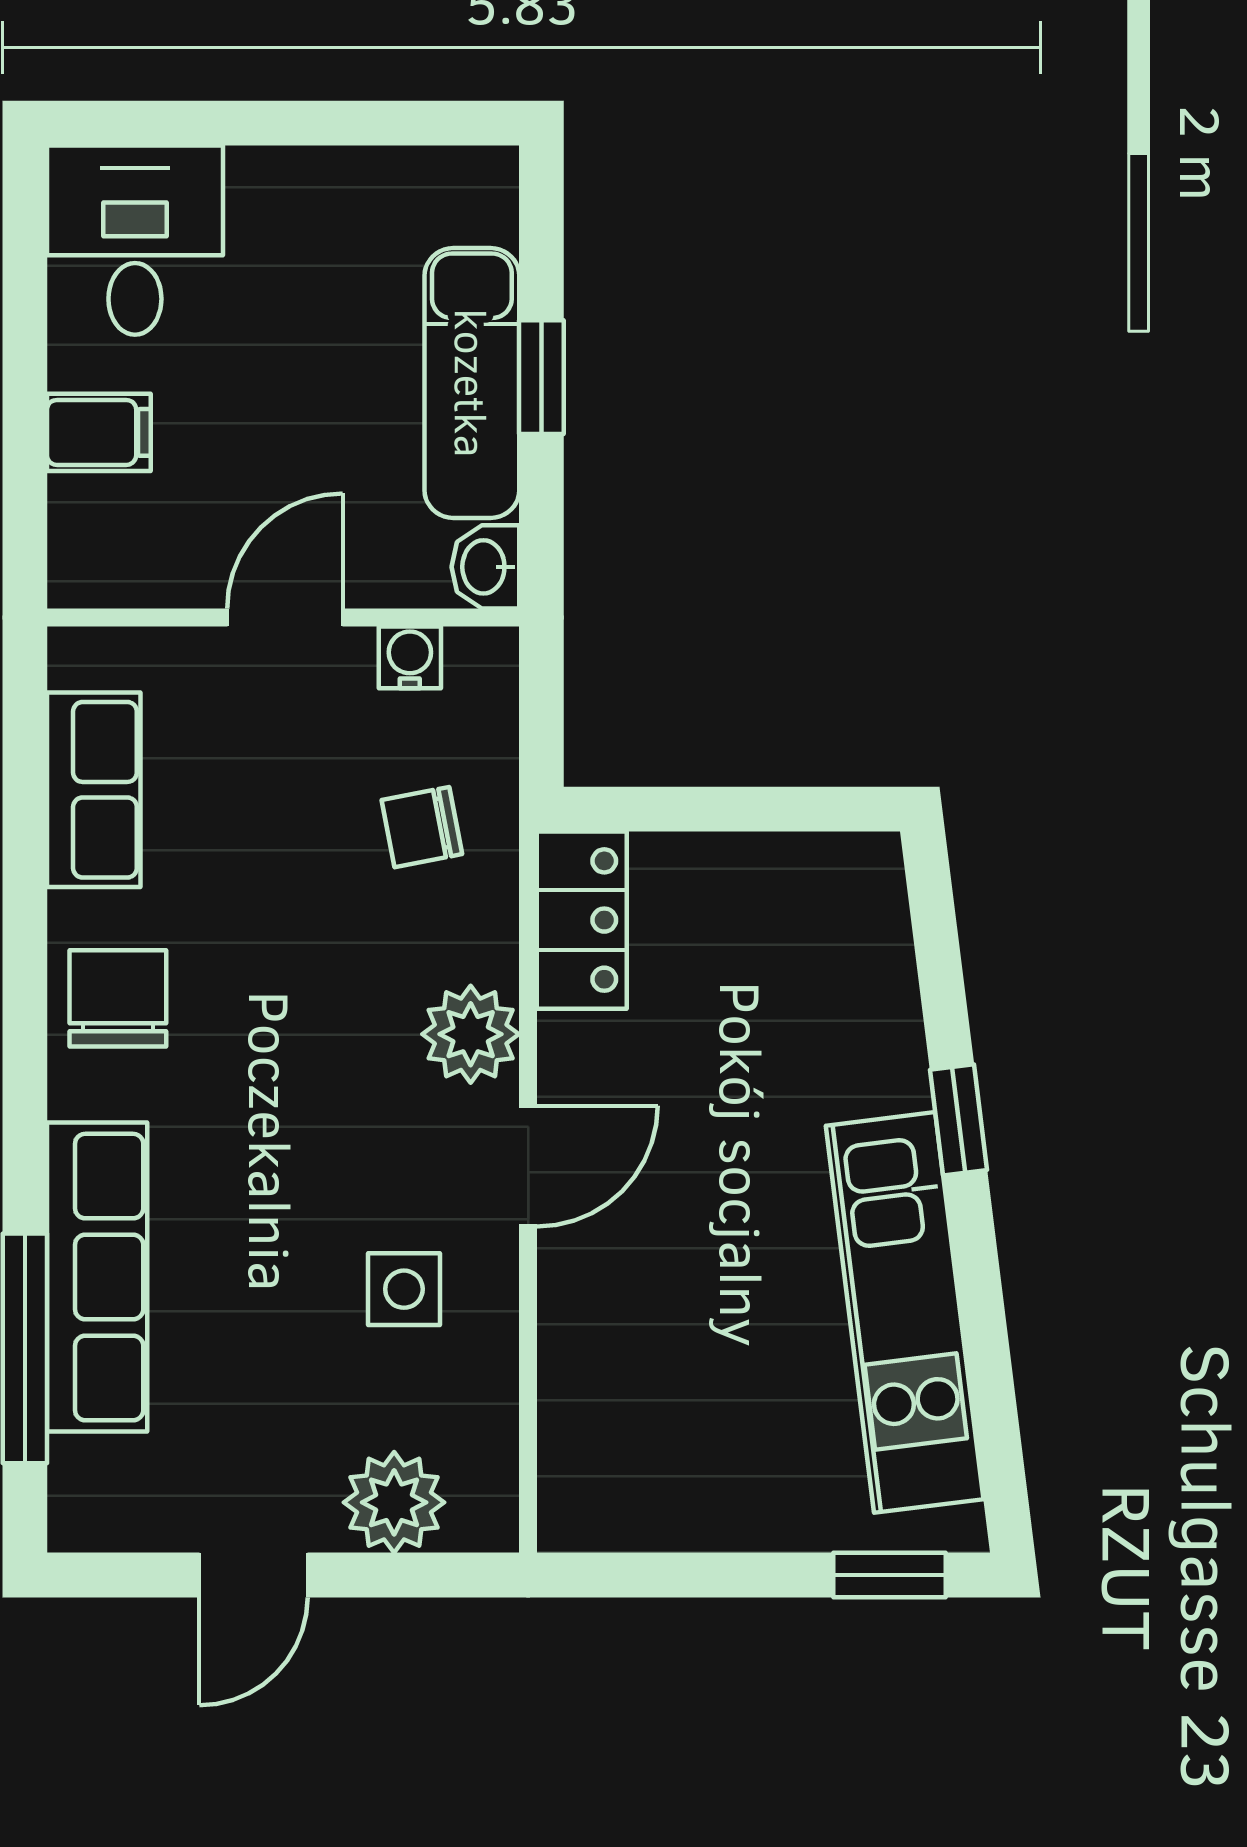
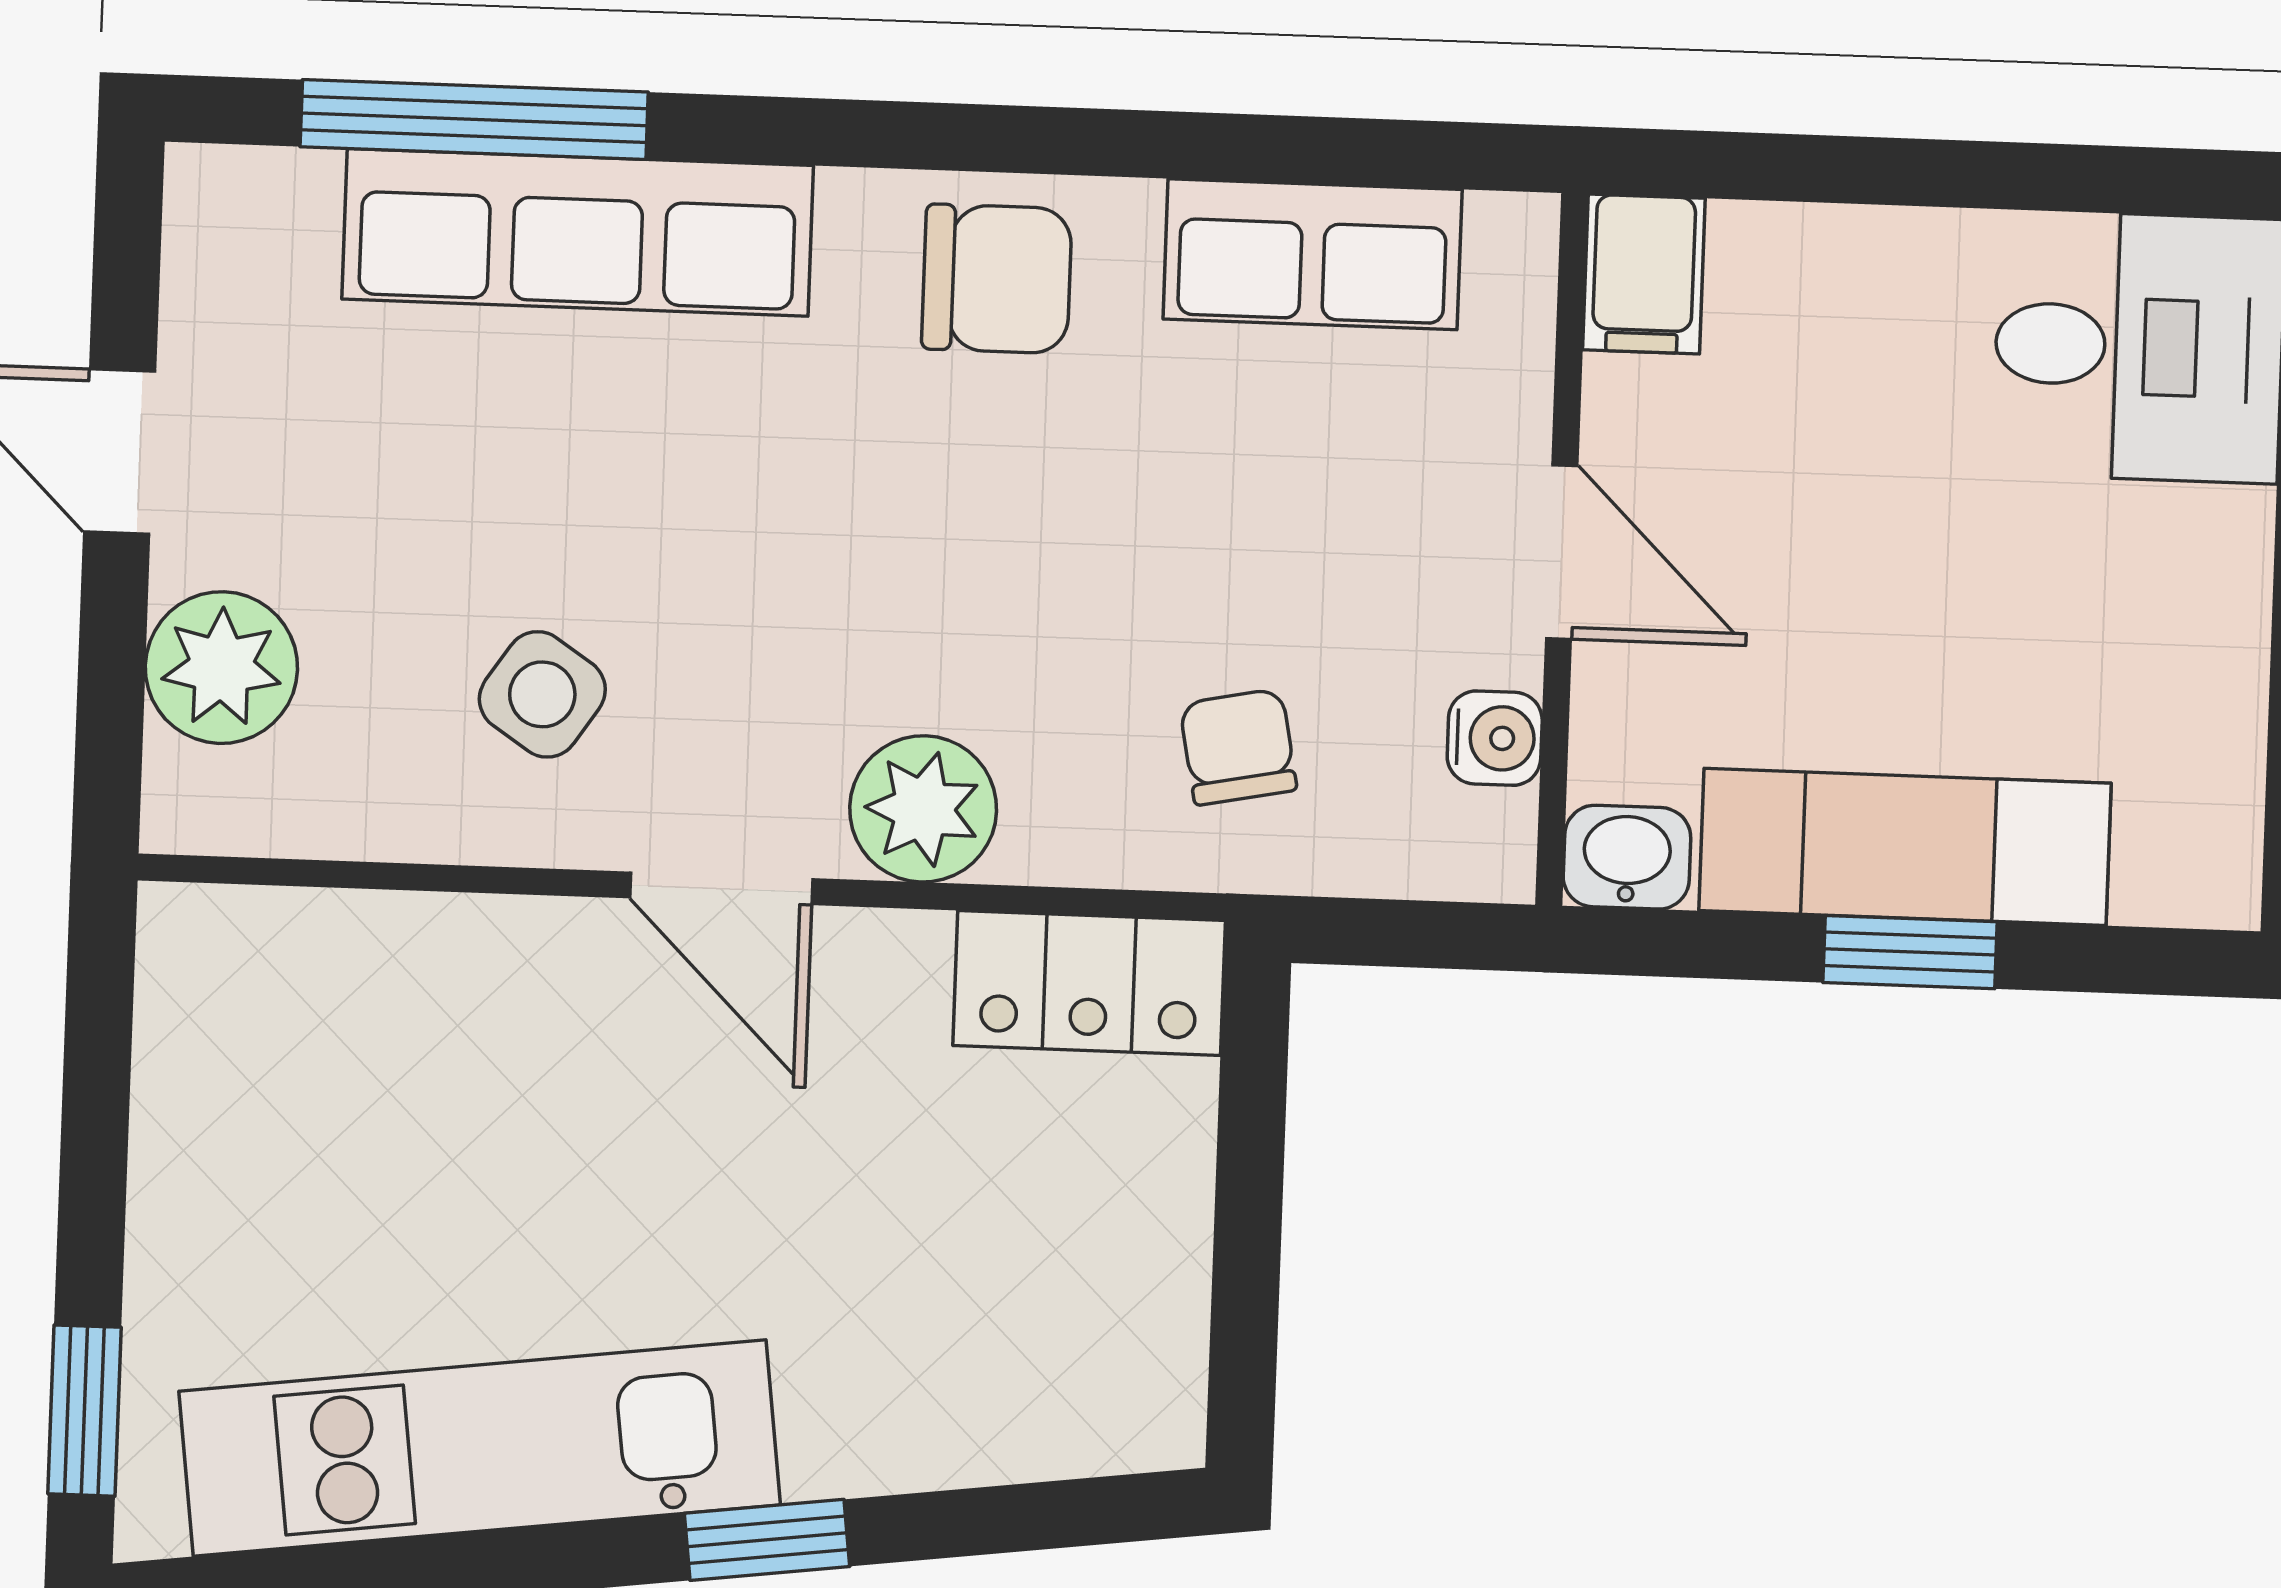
filing cabinet: (99, 432) -> (1644, 274), moved
side table: (404, 1289) -> (542, 694), turned 34

